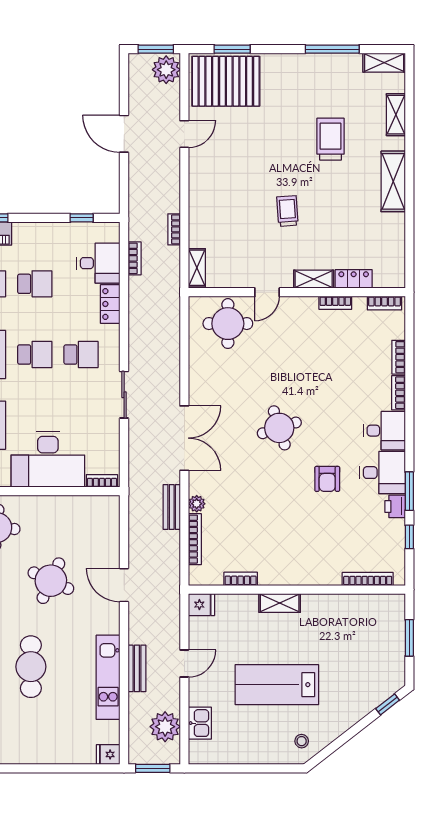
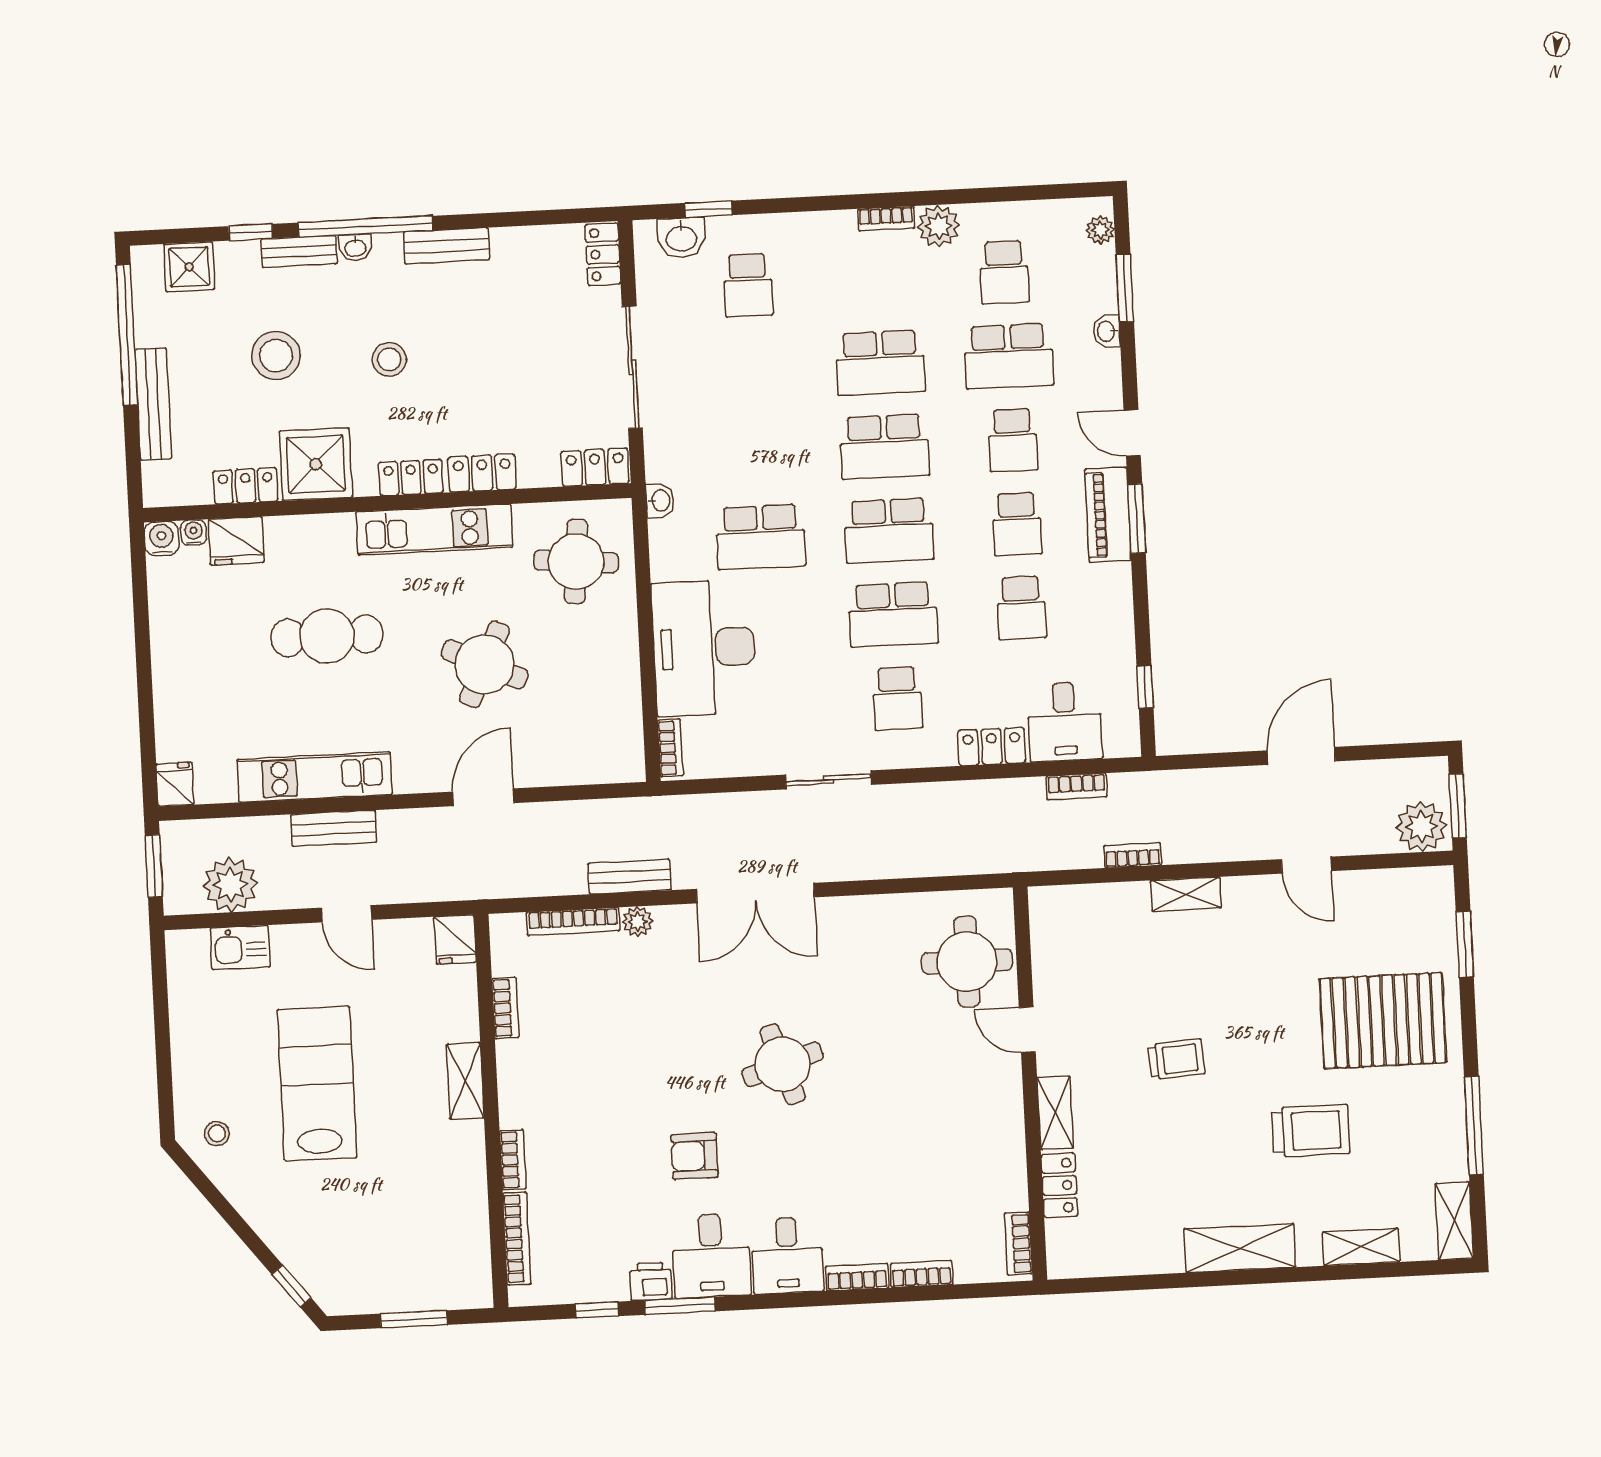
pallet: (226, 81) -> (1383, 1021), moved, turned 90
shelving: (197, 268) -> (1186, 894), moved
bookcase: (335, 303) -> (513, 1160), moved, turned 180
school desk: (35, 354) -> (893, 614), width x1.85

